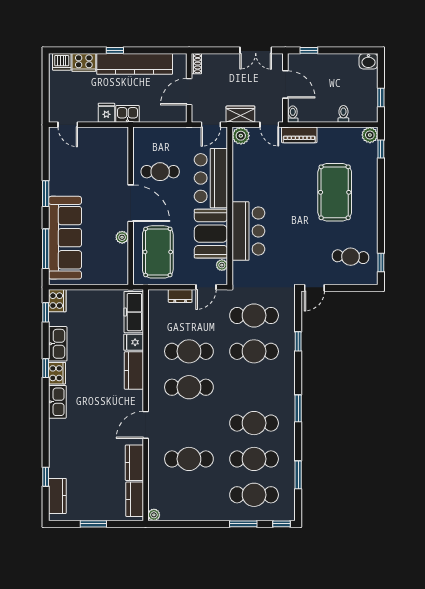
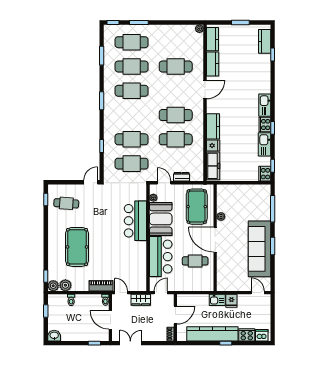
plant: (241, 136) -> (65, 285), moved
sofa: (65, 238) -> (259, 249), moved
door: (206, 287) -> (164, 183), hinge flipped

